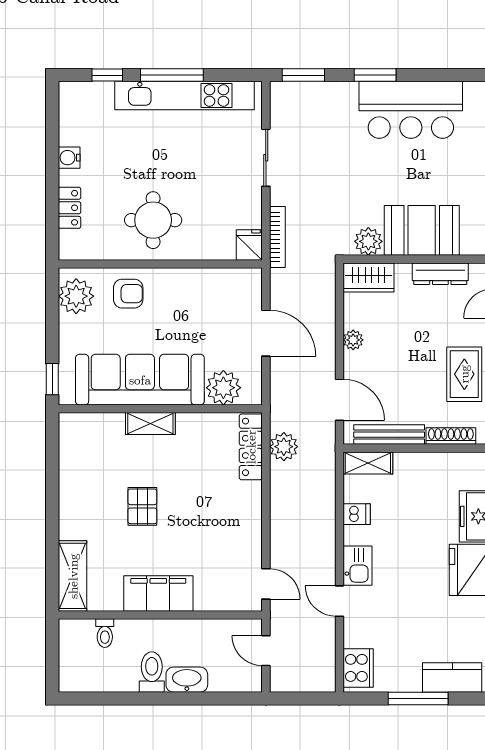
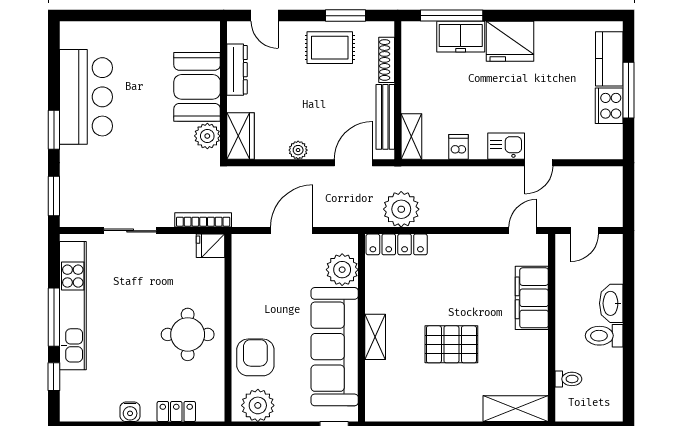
armchair: (128, 294) -> (255, 357), width x1.38, depth x1.38
plant: (284, 447) -> (401, 209), width x1.36, depth x1.36
pallet: (142, 506) -> (451, 344), width x1.50, depth x1.42
filing cabinet: (158, 593) -> (532, 298), moved
cooker: (358, 668) -> (609, 106), moved, turned -90

